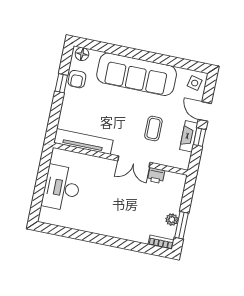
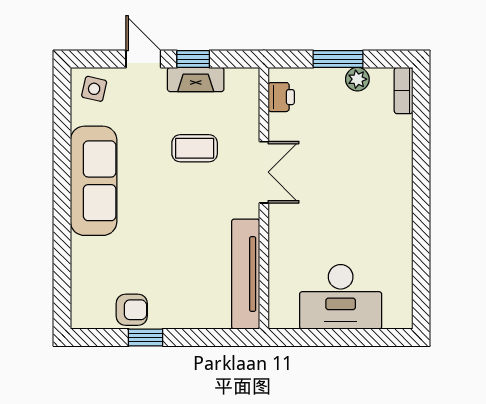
floor lamp: (82, 54) -> (83, 310), removed
sofa: (137, 74) -> (94, 181), width x0.74, depth x0.79
door: (205, 112) -> (143, 59), swing flipped
printer: (156, 175) -> (281, 97), moved
window: (181, 225) -> (338, 59), moved

